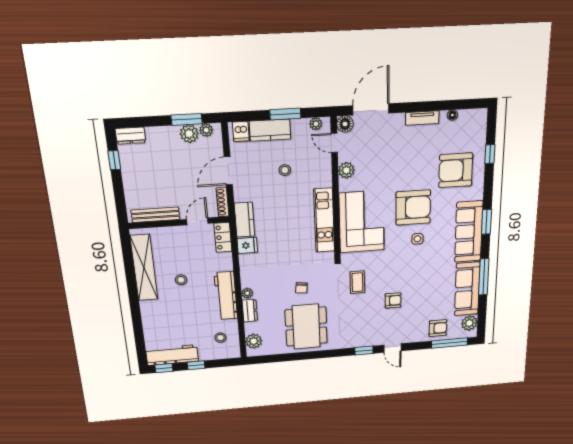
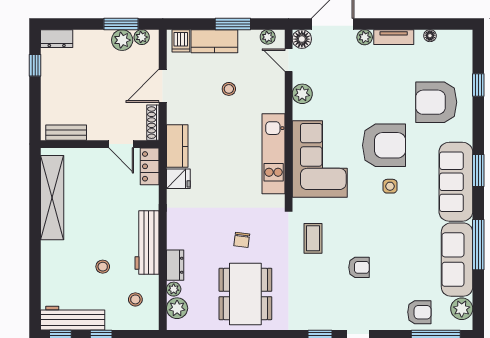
plant: (398, 119) -> (365, 37), added
bench: (155, 215) -> (66, 133), width x0.73
door: (197, 221) -> (121, 144), swing flipped
stool: (181, 280) -> (103, 267), moved
plant: (247, 293) -> (174, 289), moved

